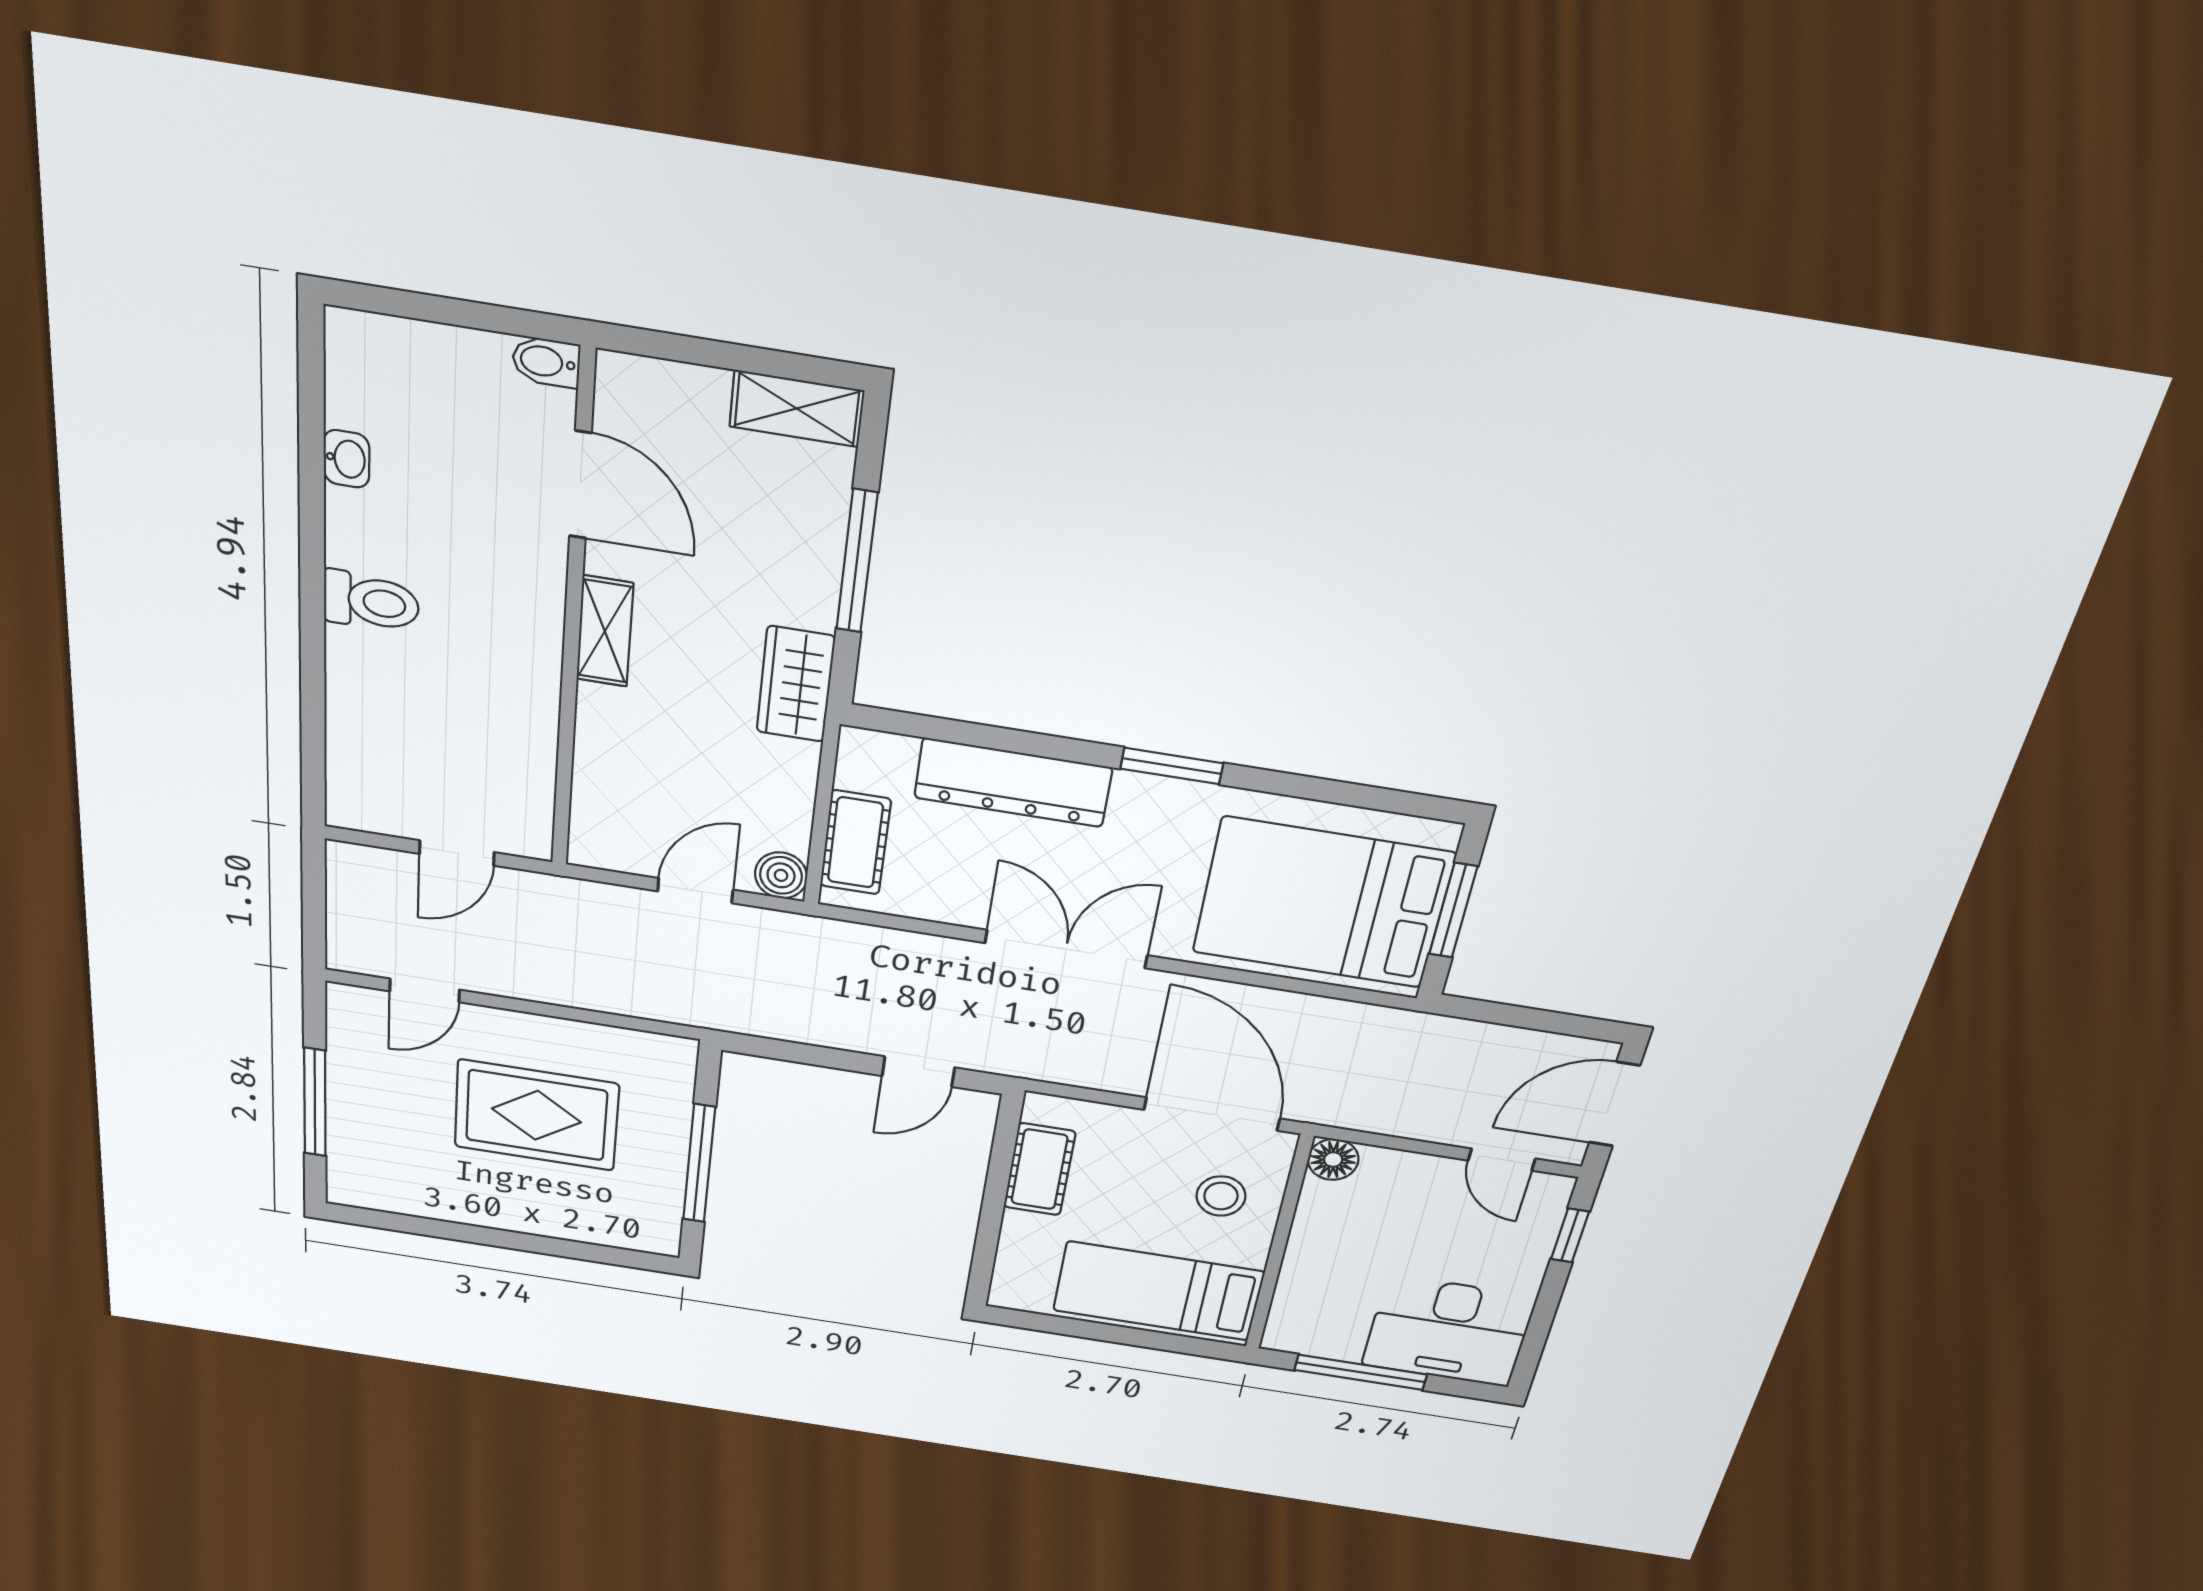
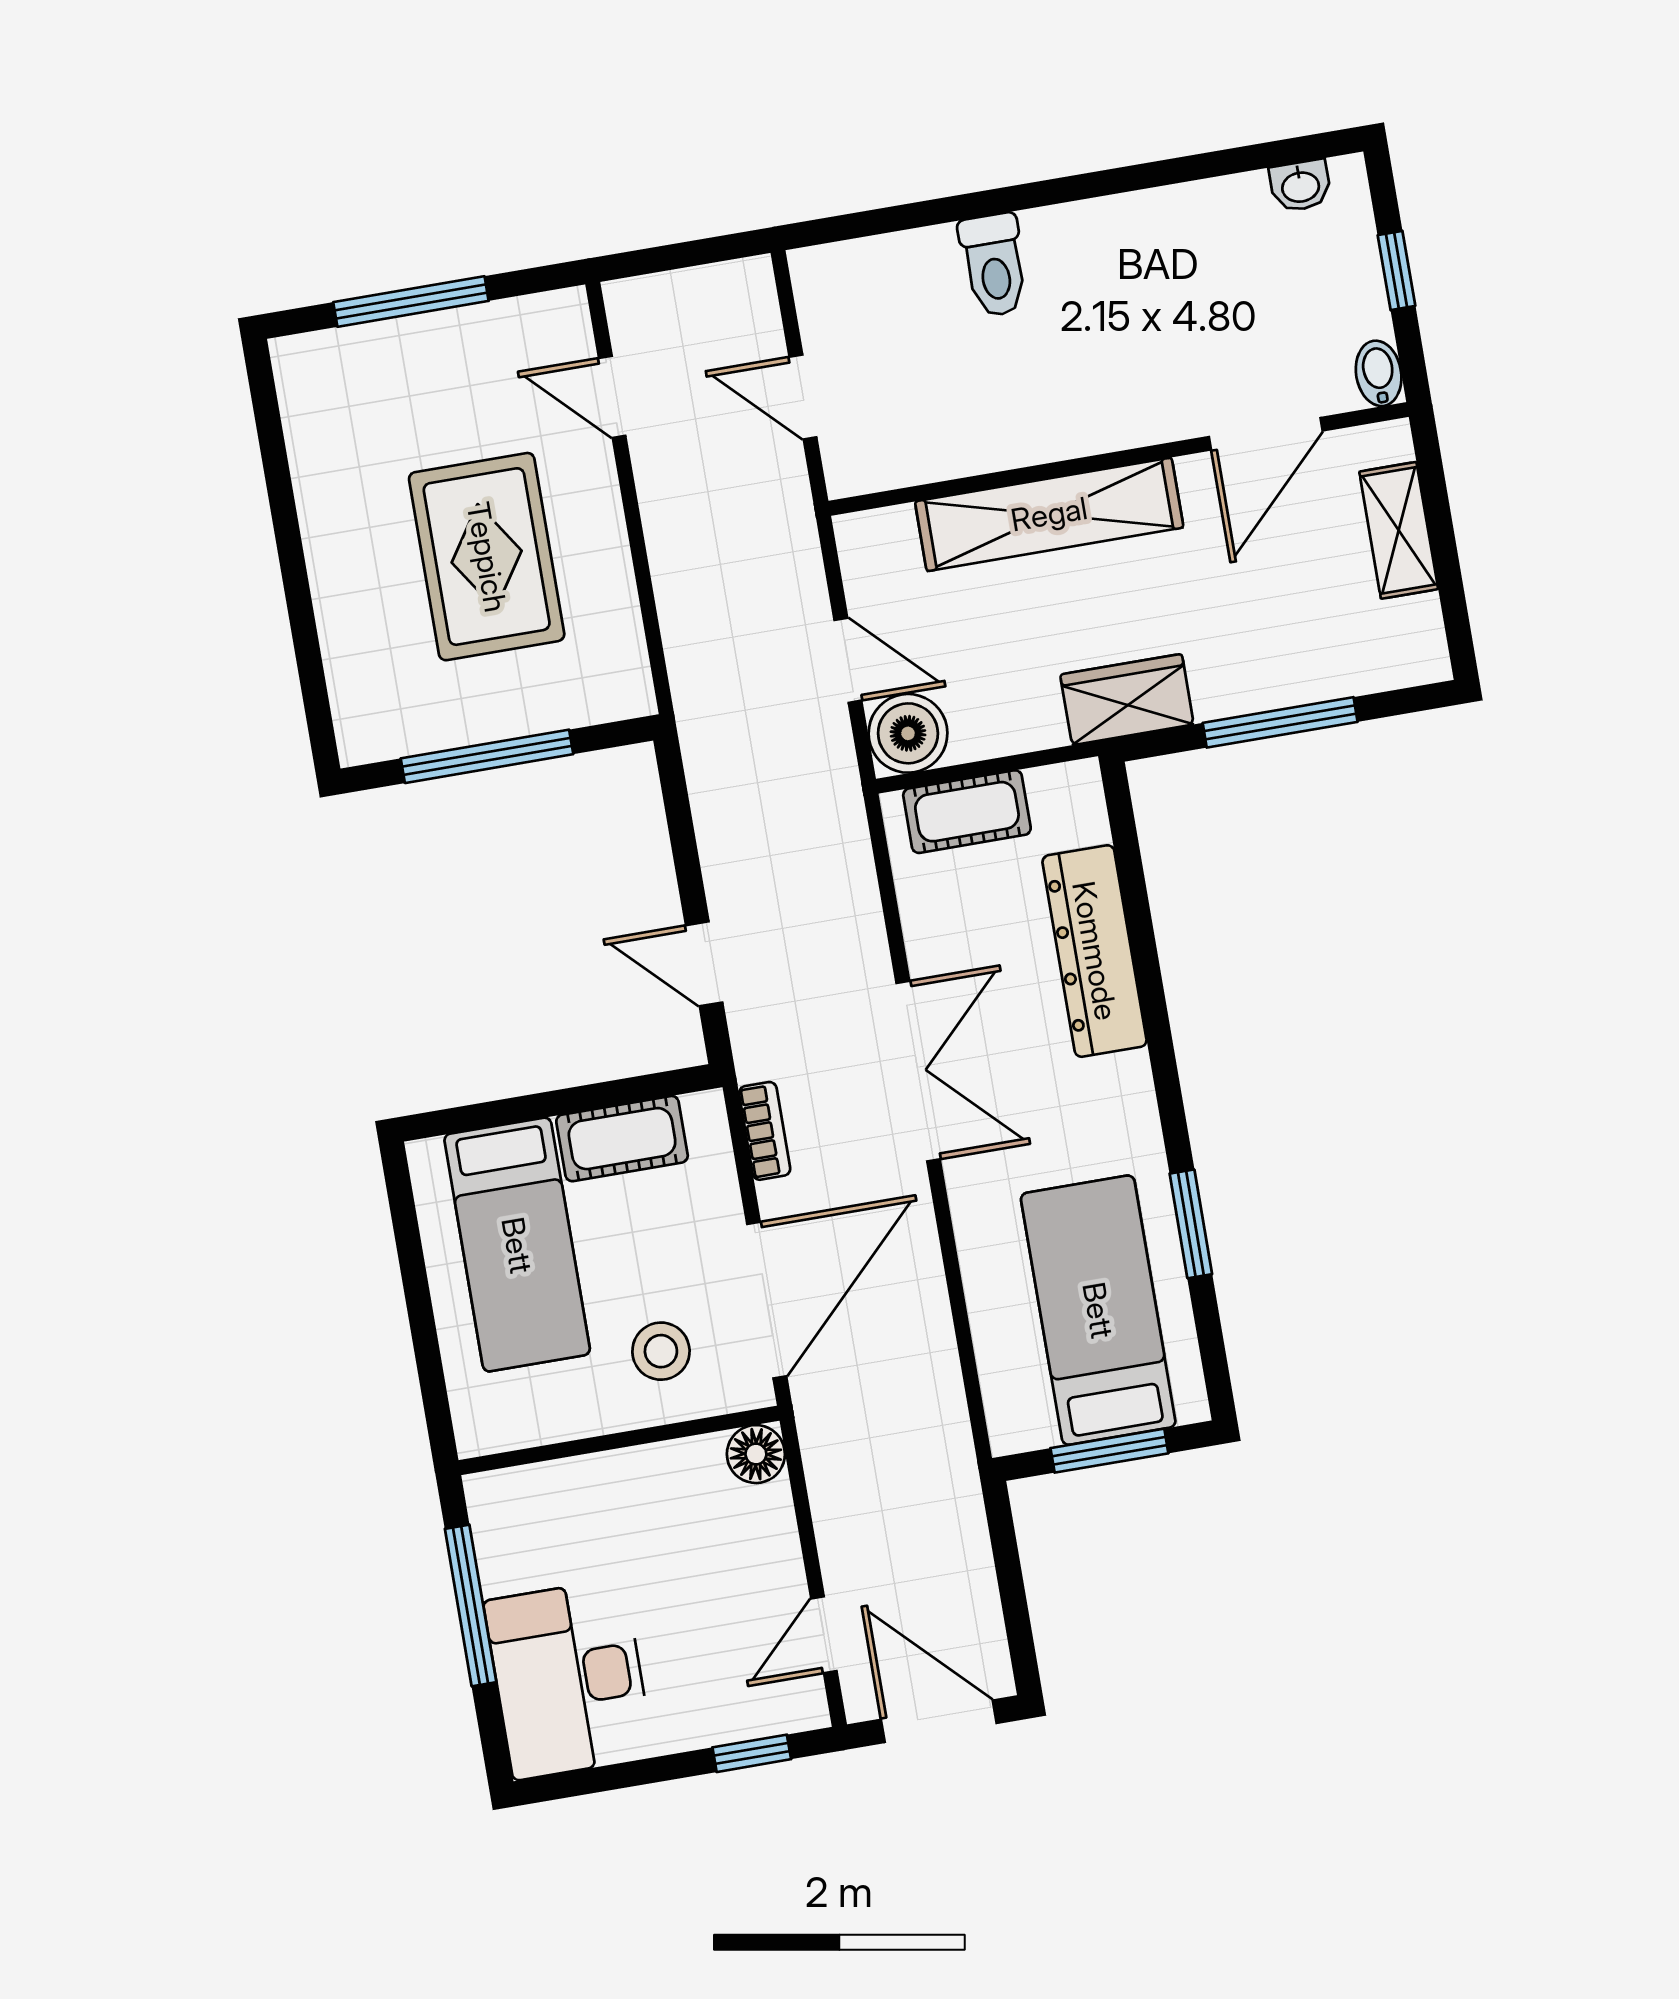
window: (448, 311) -> (1397, 271), added
shelving: (797, 409) -> (1399, 530), moved
washbasin: (346, 459) -> (1300, 186), moved
toilet: (371, 602) -> (994, 265), moved
shelving: (605, 631) -> (1049, 514), width x2.20, depth x1.33
window: (1172, 766) -> (1191, 1224), moved
boiler: (781, 875) -> (908, 733), width x1.36, depth x1.36
bed: (1323, 903) -> (1098, 1310), width x0.67
bookcase: (1072, 1073) -> (765, 1131), added
bed: (1158, 1291) -> (517, 1245), moved, turned 180

